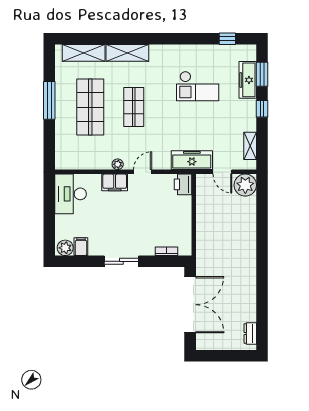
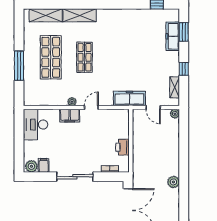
checkout: (198, 86) -> (134, 41), removed
window: (49, 100) -> (19, 66), moved
window: (262, 109) -> (184, 69), moved
printer: (183, 184) -> (123, 147), moved
plant: (245, 185) -> (175, 114), width x0.53, depth x0.53
sliding door: (121, 261) -> (75, 177), width x1.37
plant: (249, 268) -> (173, 182), added

